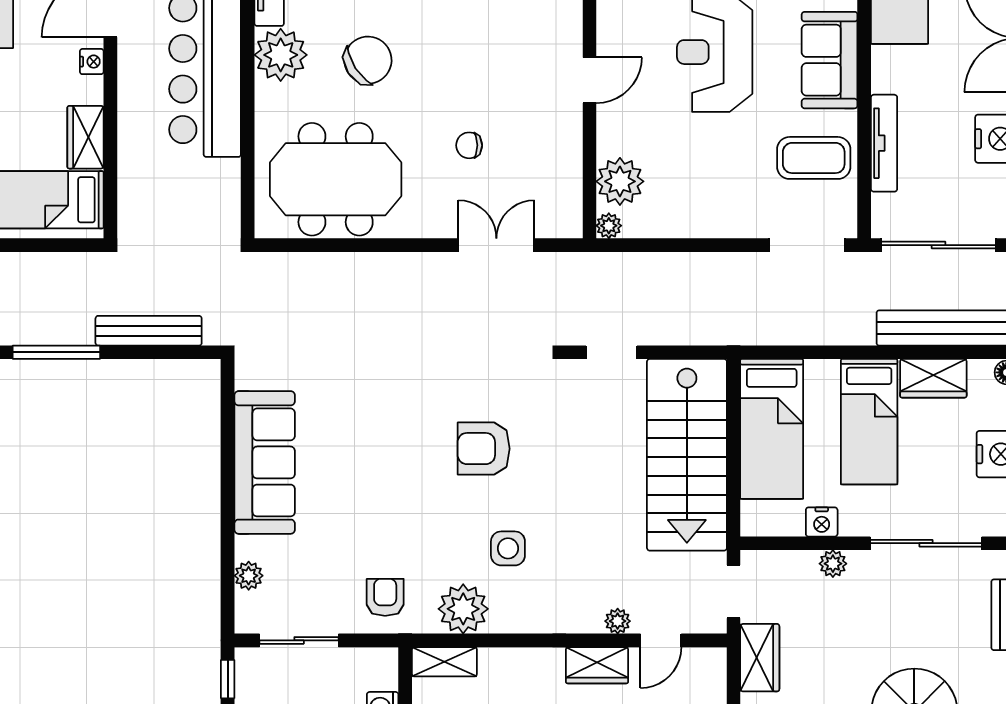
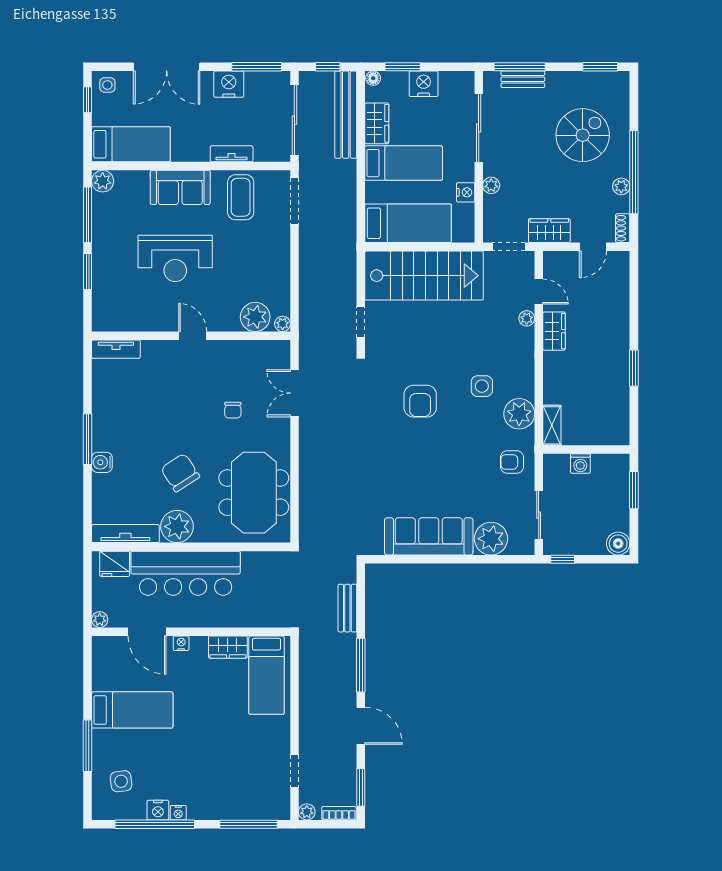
tv unit: (884, 143) -> (232, 154), width x0.71
bench: (149, 331) -> (347, 608), width x0.73
plant: (249, 576) -> (491, 539), width x1.87, depth x1.87

